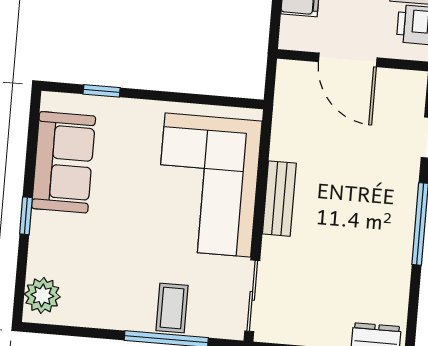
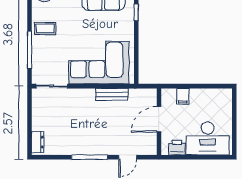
bench: (279, 199) -> (112, 94), moved
coffee table: (172, 308) -> (45, 29), moved

